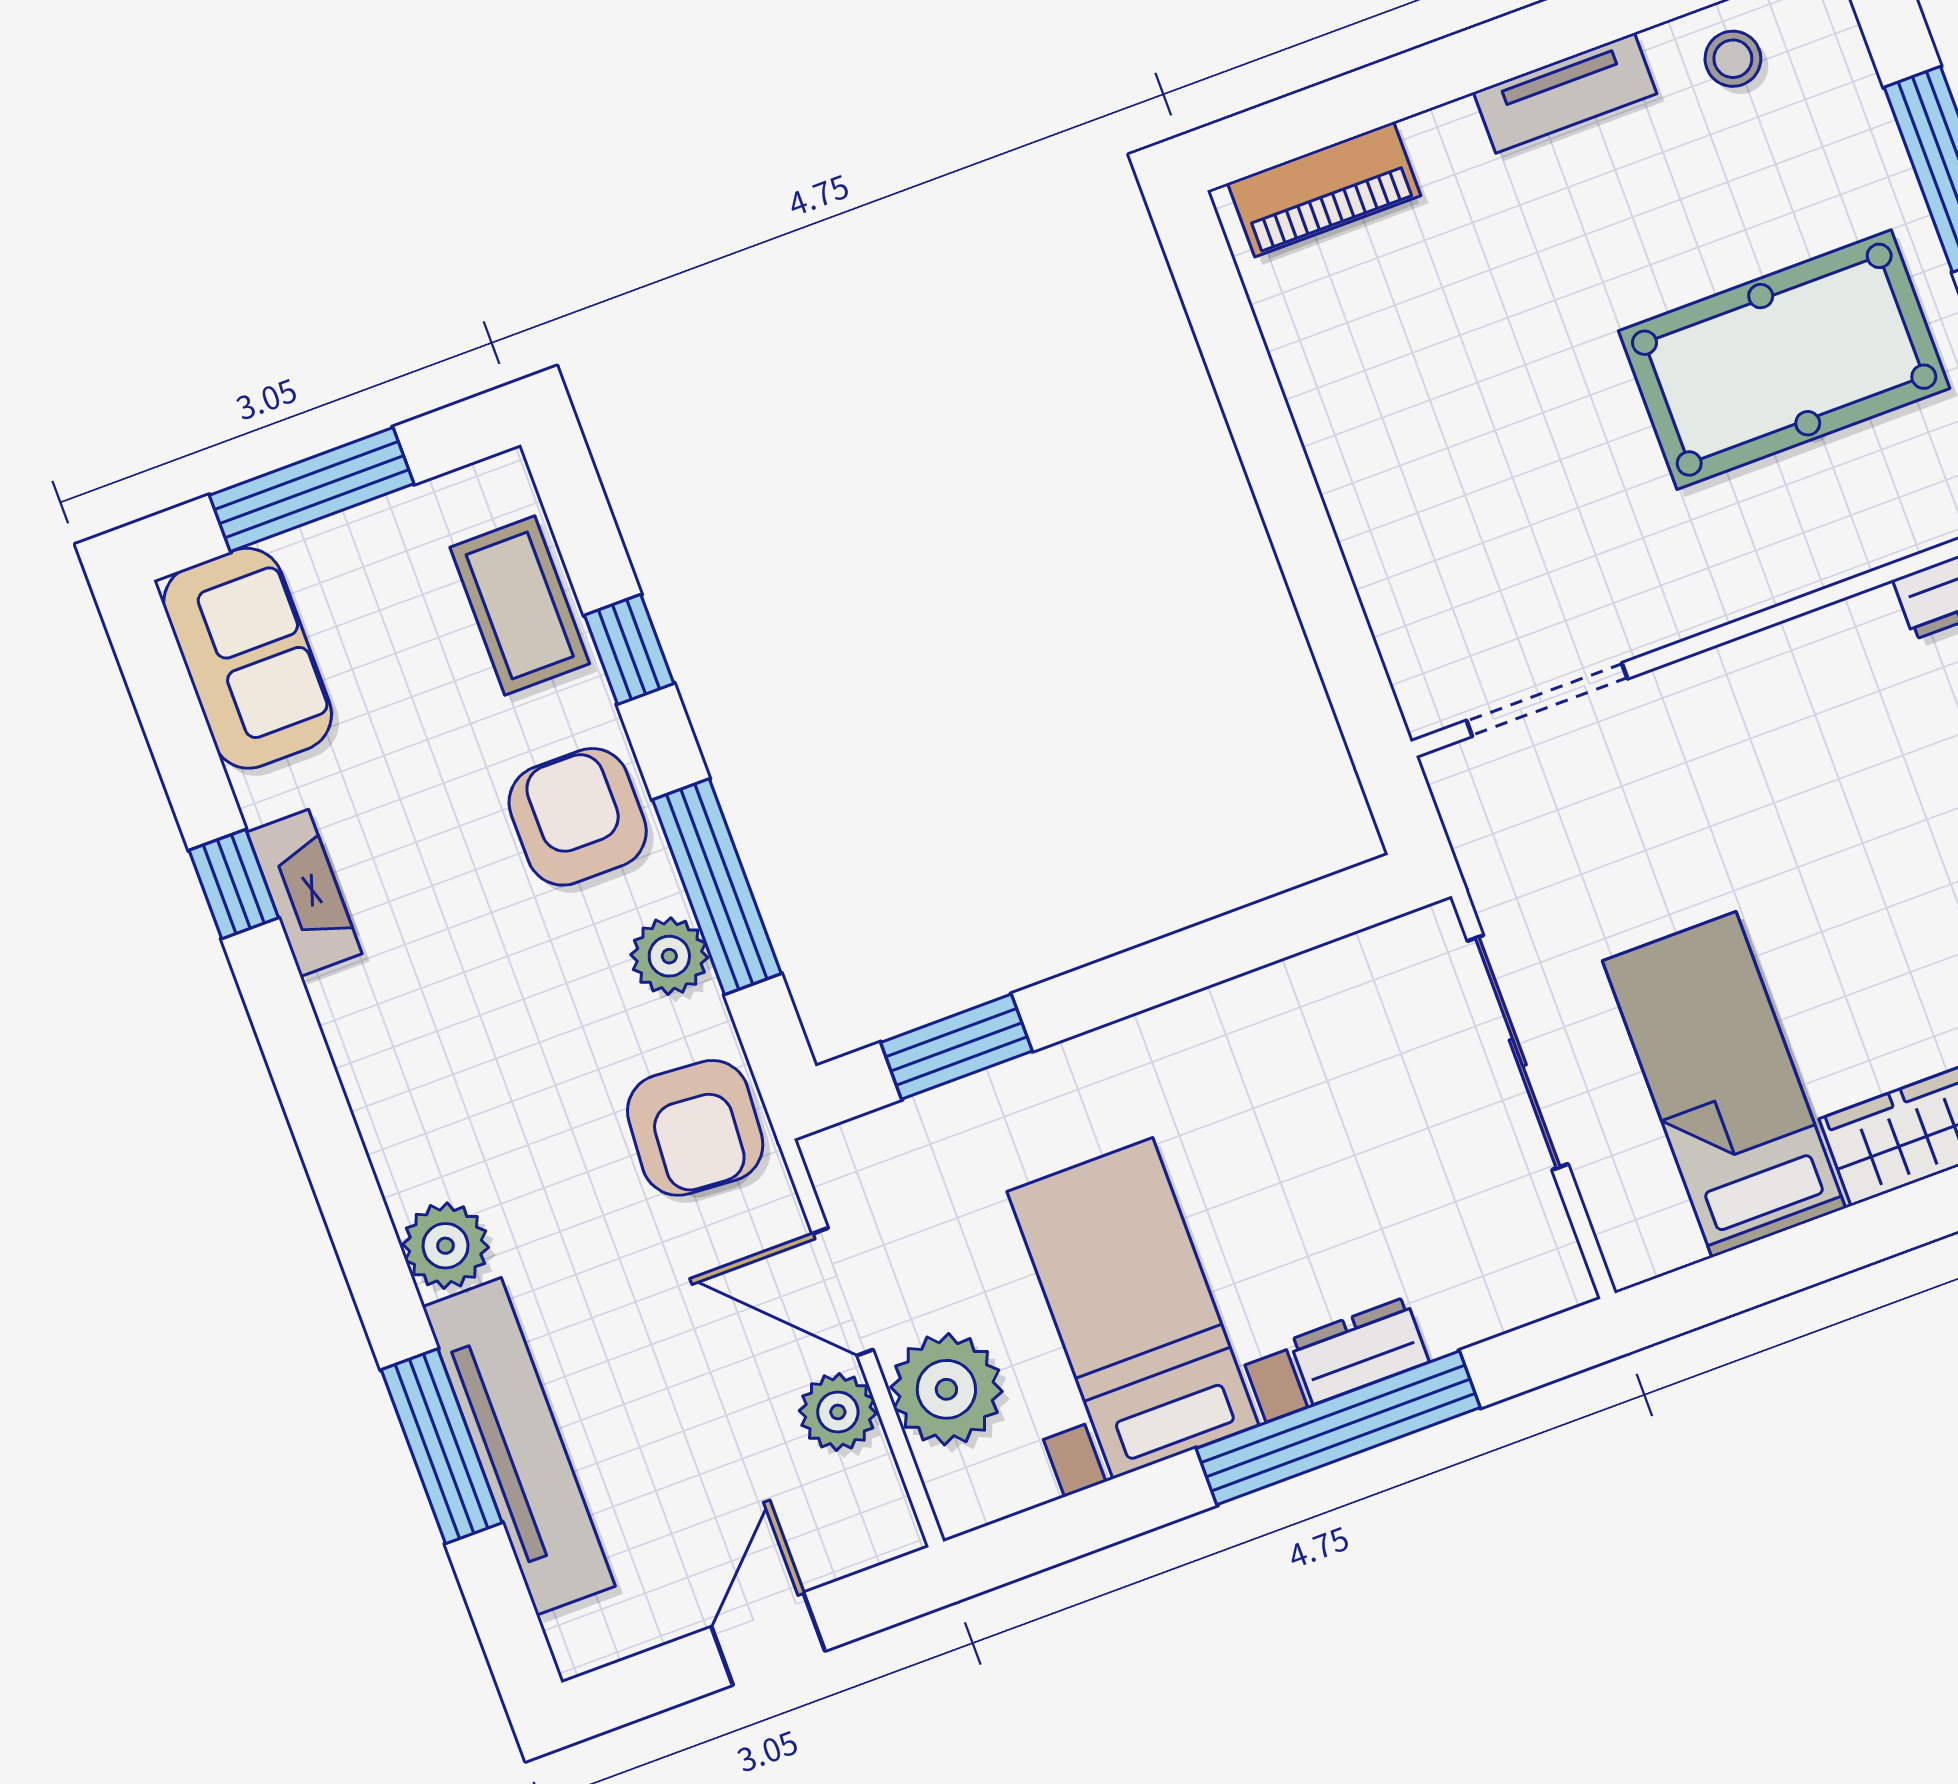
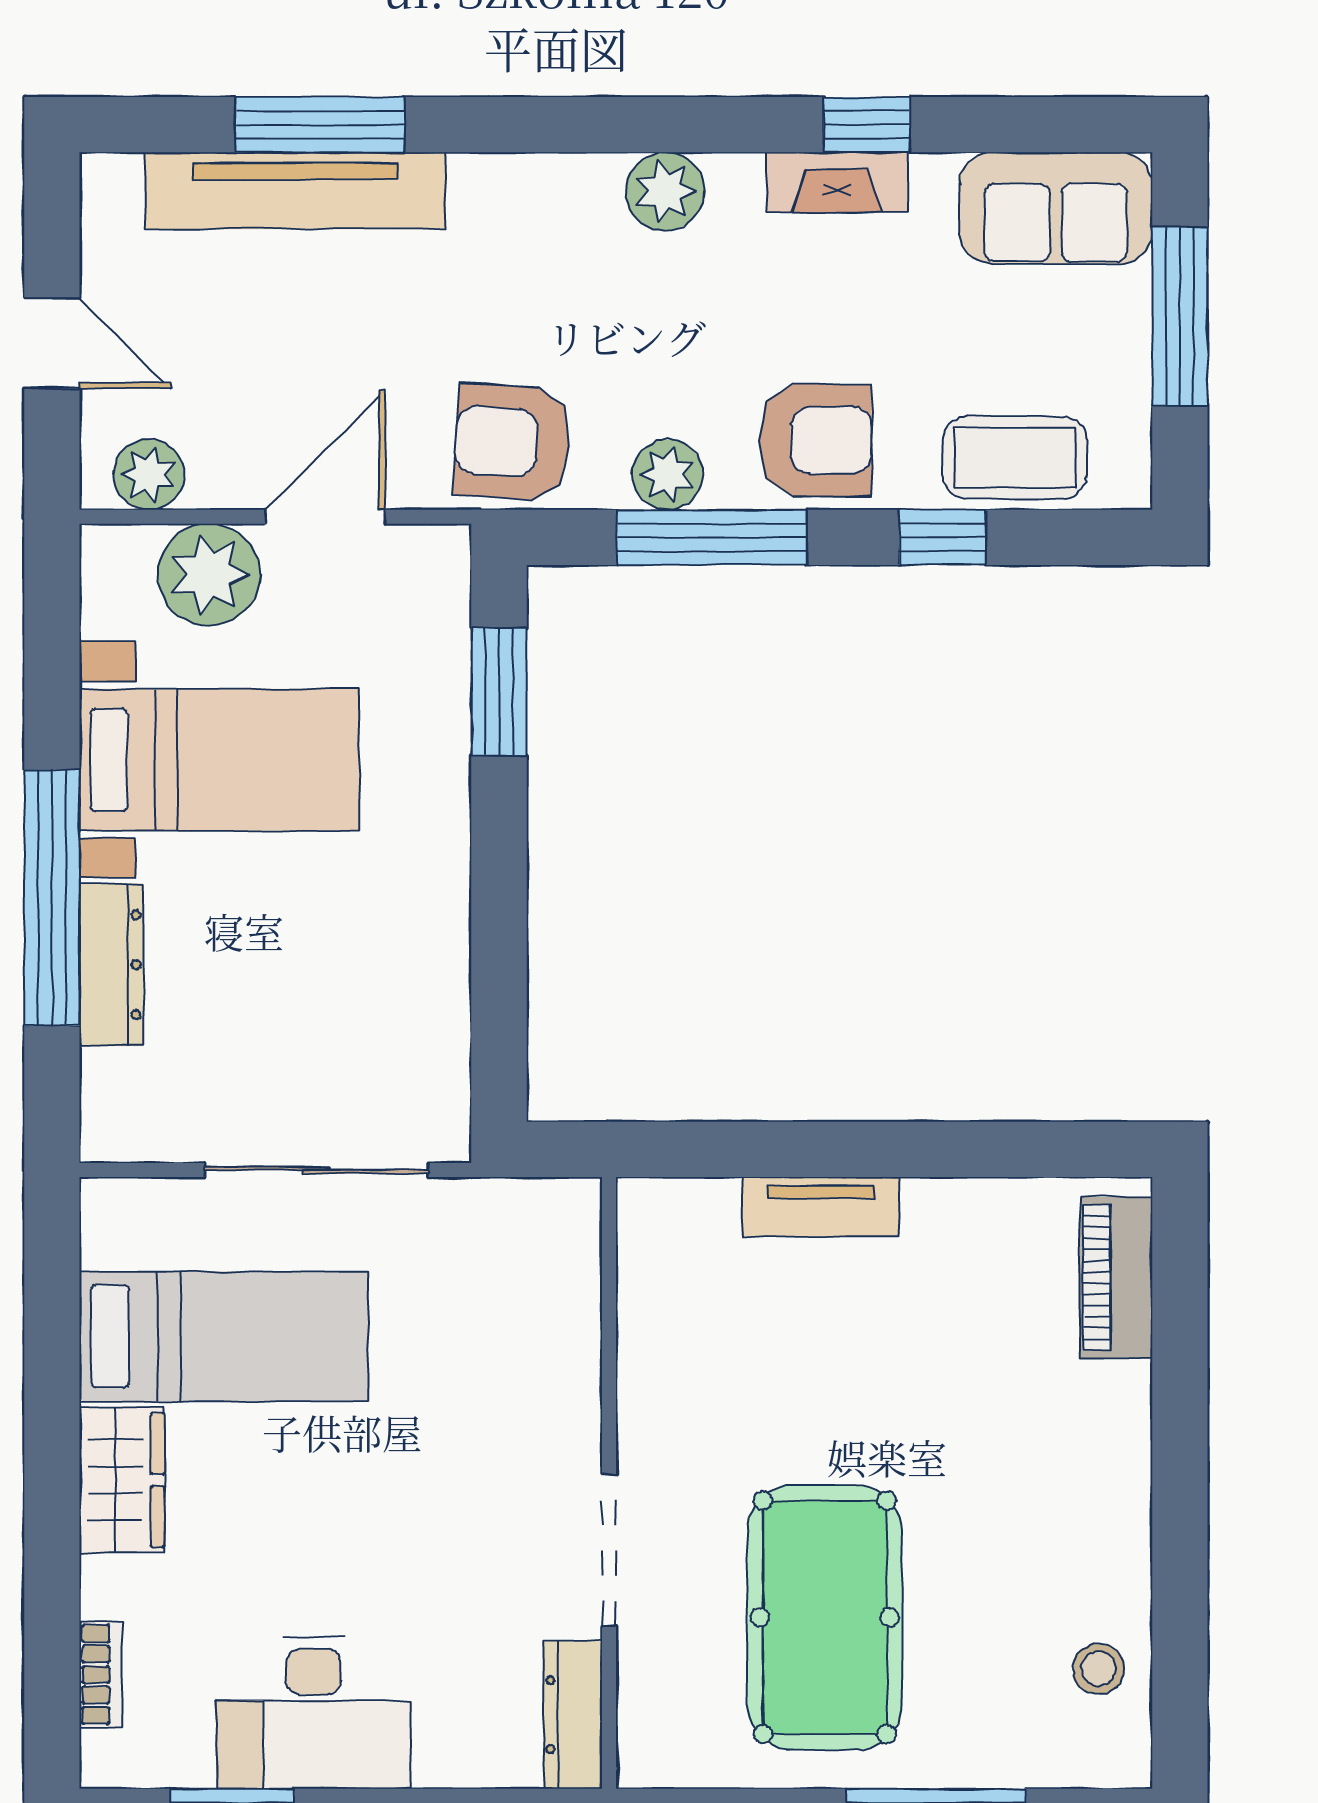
tv unit: (1565, 93) -> (820, 1207), moved, turned -90
doorway: (1547, 700) -> (609, 1550), moved
plant: (446, 1246) -> (665, 191), moved
dresser: (1359, 1351) -> (111, 965), width x1.44
plant: (838, 1412) -> (149, 475), moved

